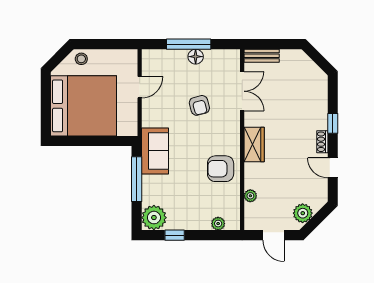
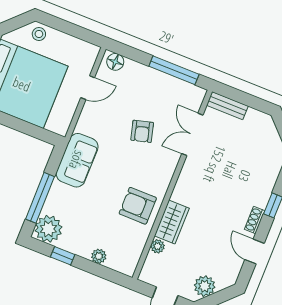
window: (189, 44) -> (174, 70), moved
floor lamp: (196, 57) -> (115, 62), moved
double door: (242, 91) -> (192, 134), swing flipped
wardrobe: (254, 144) -> (172, 222), moved
window: (137, 179) -> (40, 198), moved
plant: (218, 224) -> (99, 256), moved

